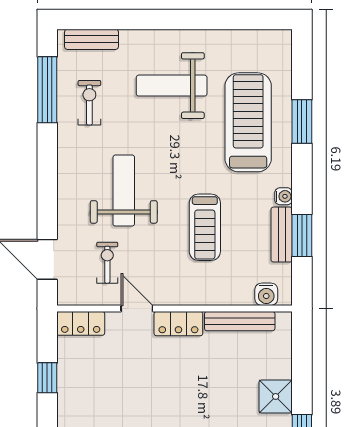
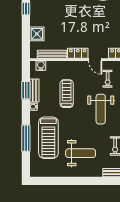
window: (302, 122) -> (26, 138), width x1.44
shower: (276, 396) -> (37, 34), moved

